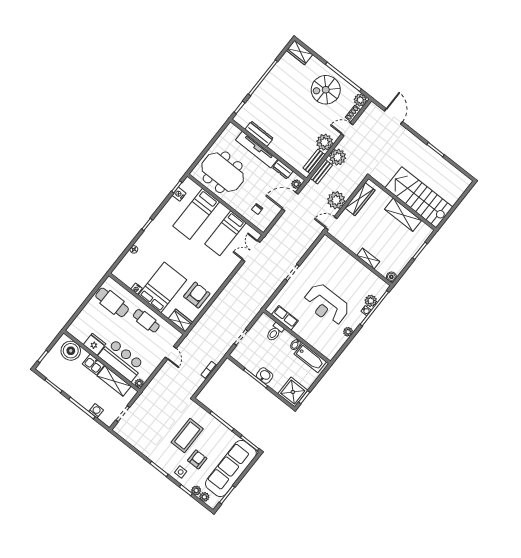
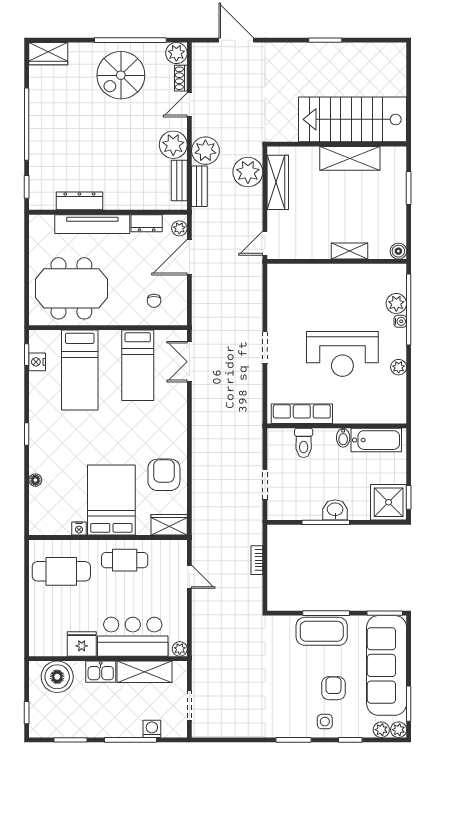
plant: (336, 200) -> (248, 172), moved
row of seats: (285, 318) -> (302, 414), width x1.48
coffee table: (187, 436) -> (322, 631), moved, turned 90
plant: (196, 490) -> (399, 730), moved

